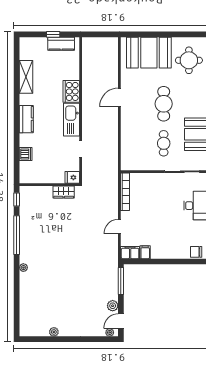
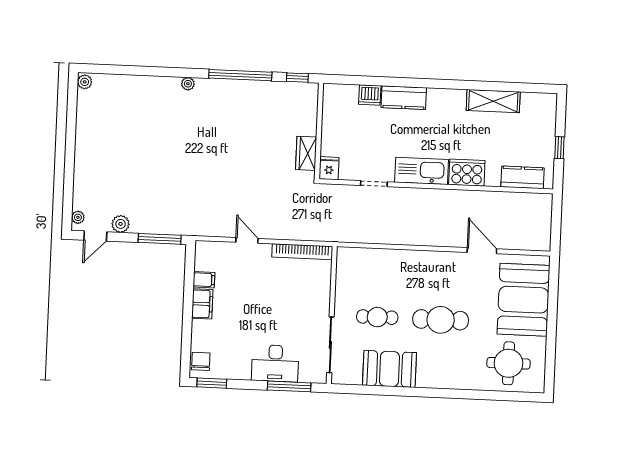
kitchen counter: (61, 44) -> (522, 177), moved, turned 90
door: (119, 97) -> (482, 251), moved
kitchen counter: (26, 119) -> (404, 98), moved
filing cabinet: (130, 253) -> (202, 304), moved
door: (121, 321) -> (95, 236), swing flipped
plant: (54, 332) -> (85, 82), moved

